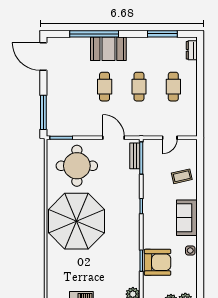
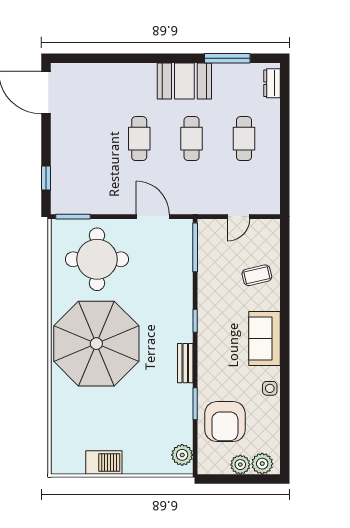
window: (94, 34) -> (123, 58), removed
booth: (108, 49) -> (184, 81), moved
window: (43, 112) -> (46, 178), width x0.46
bench: (135, 156) -> (185, 363), moved
armchair: (158, 262) -> (225, 422), moved, turned 90

